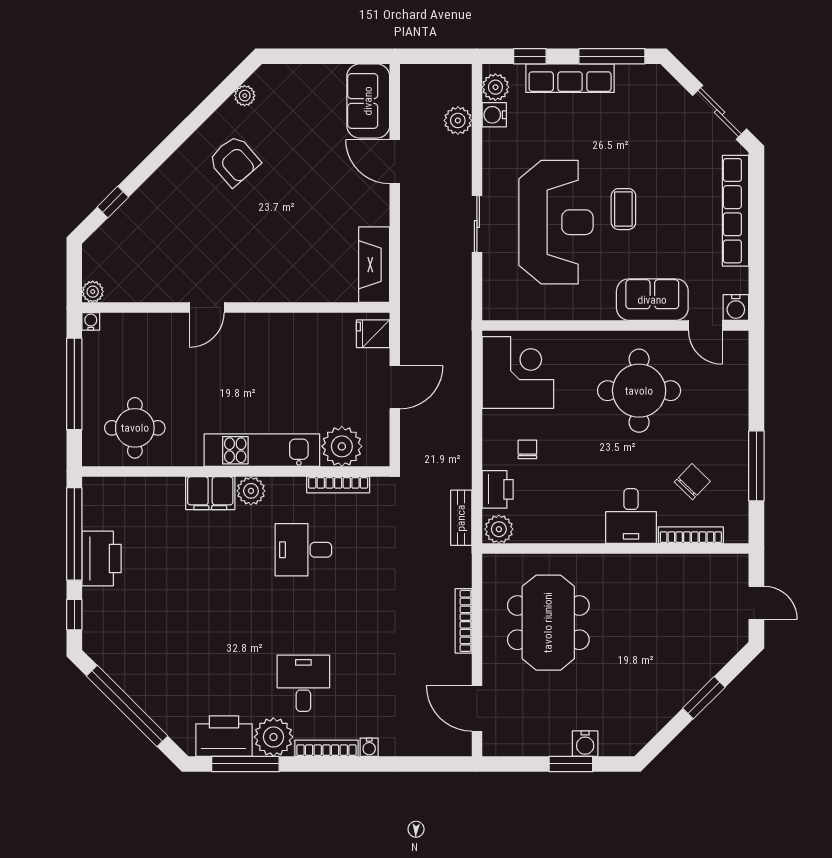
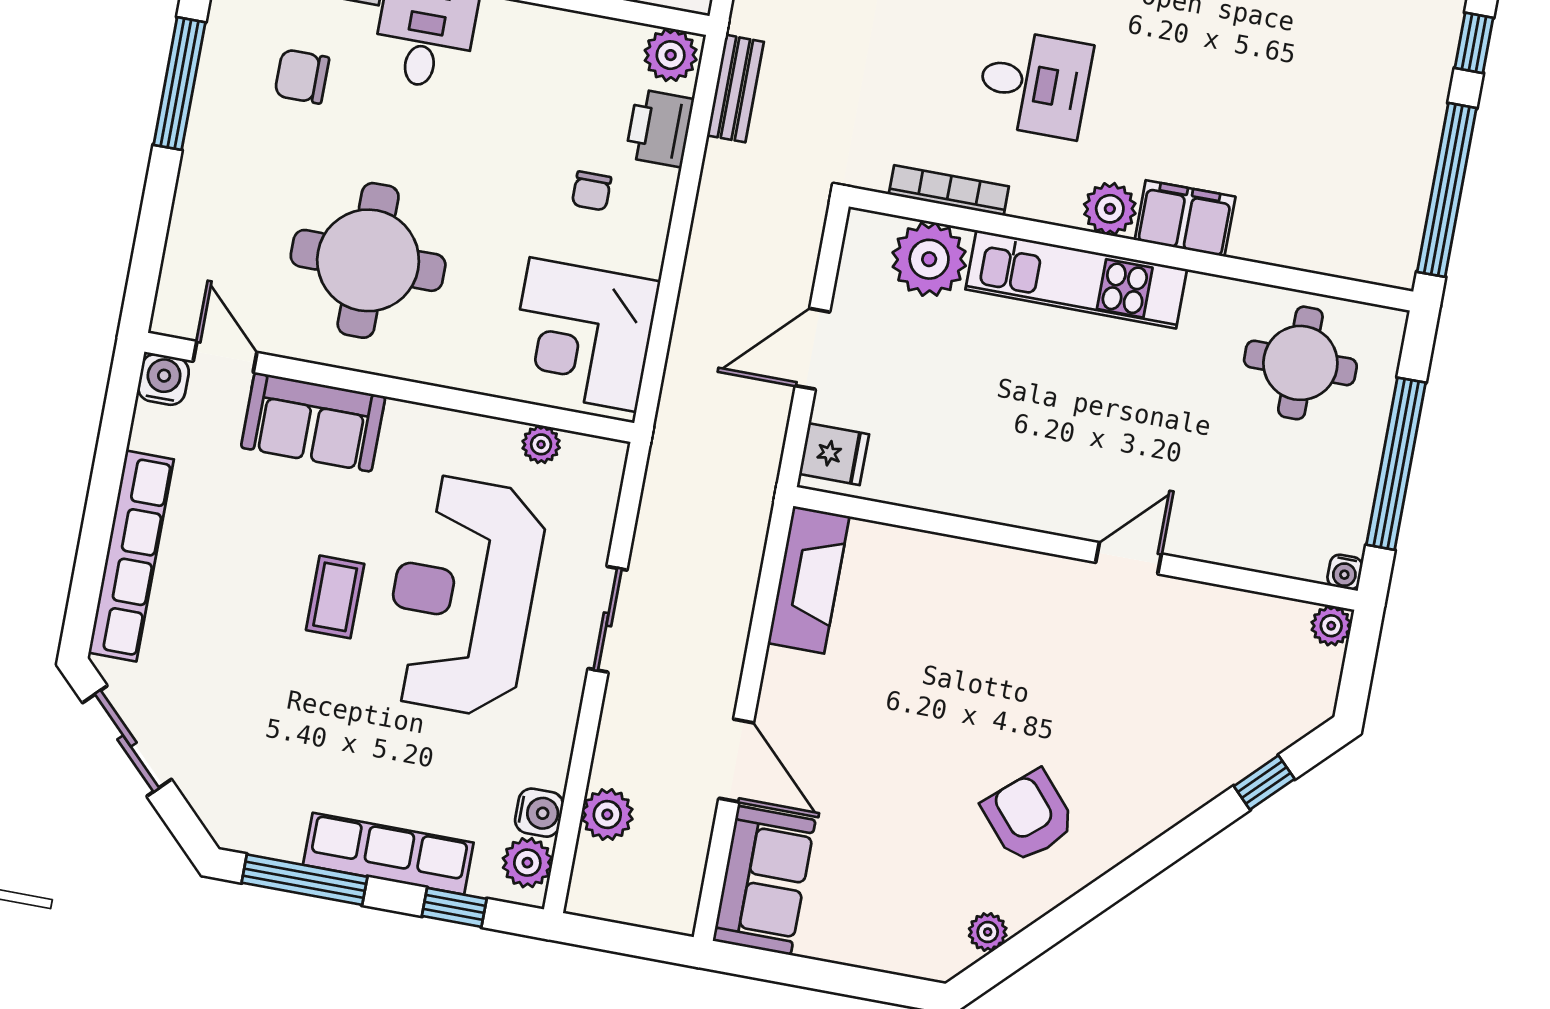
plant: (529, 310) -> (541, 444), added
chair: (692, 482) -> (302, 76), turned 46
printer: (102, 559) -> (1405, 136), removed

